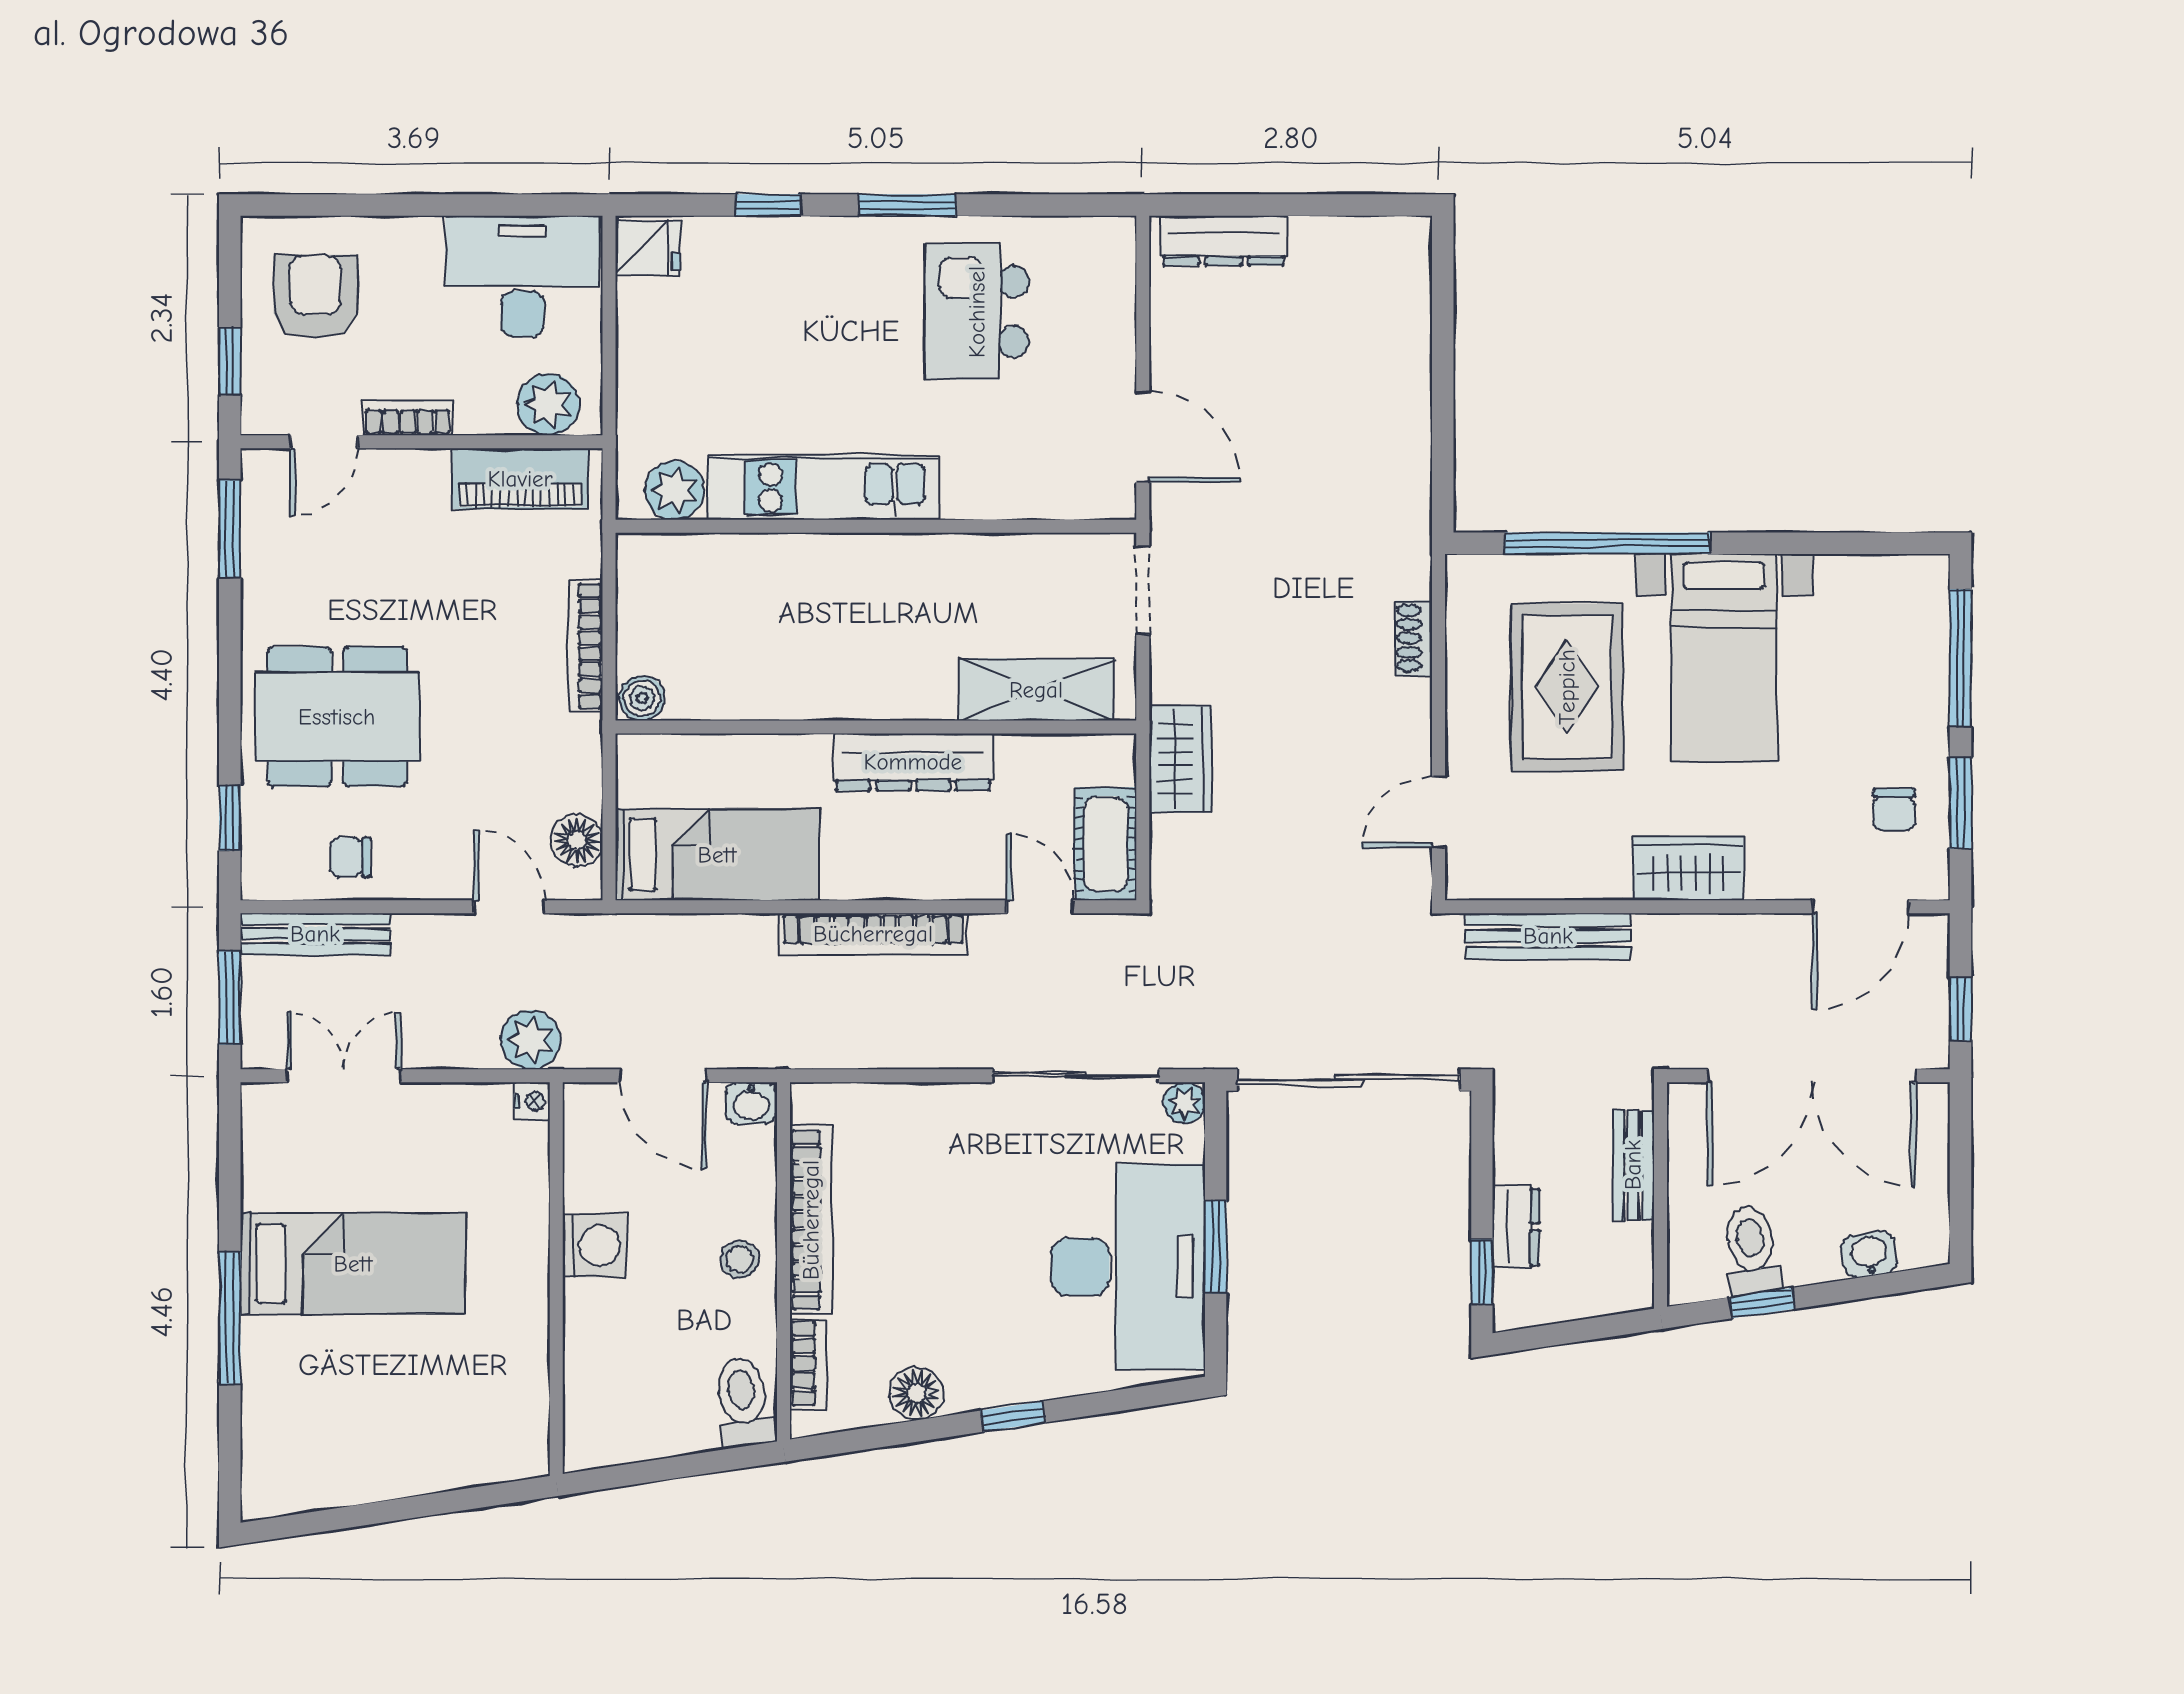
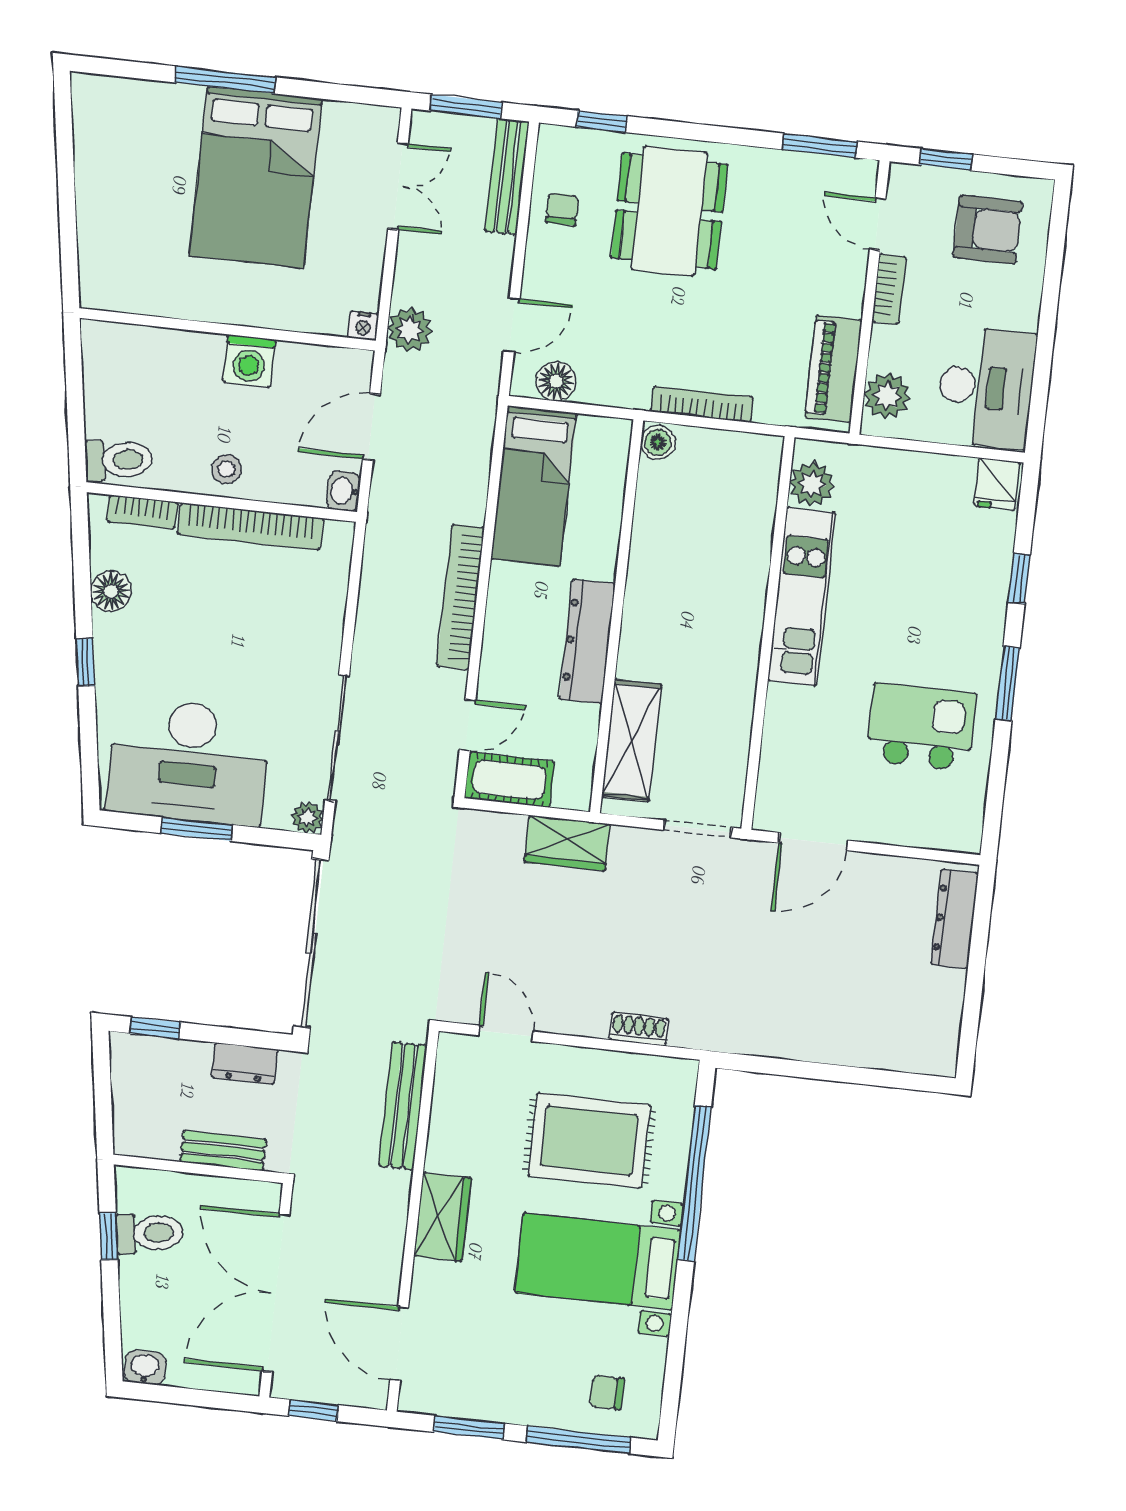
chair: (1894, 810) -> (607, 1392), moved
dresser: (1516, 1227) -> (245, 1064), moved
washbasin: (1869, 1254) -> (145, 1367), moved, turned -81
bed: (353, 1264) -> (256, 177), width x1.50

